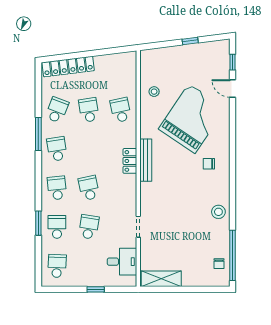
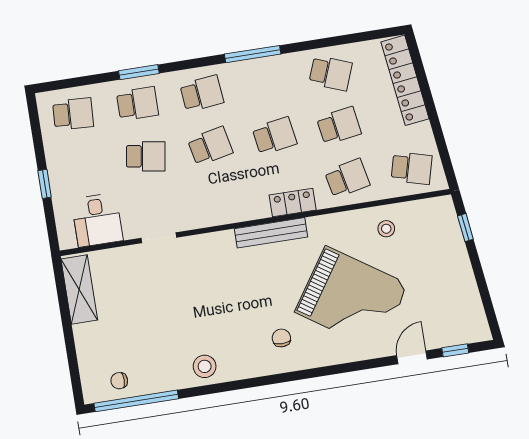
window: (190, 41) -> (465, 228), moved
school desk: (121, 71) -> (412, 168), added
window: (38, 134) -> (253, 54), moved
school desk: (57, 149) -> (274, 136), moved
locker: (130, 161) -> (293, 203), moved

